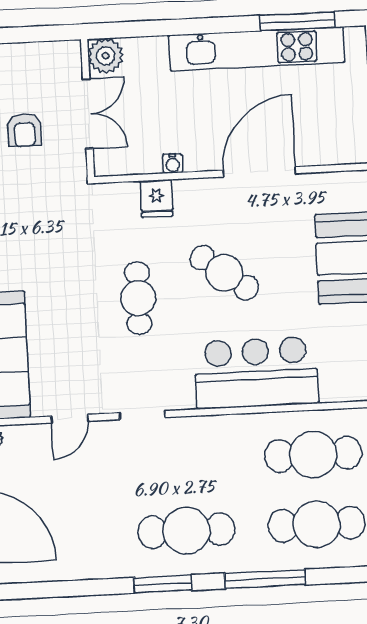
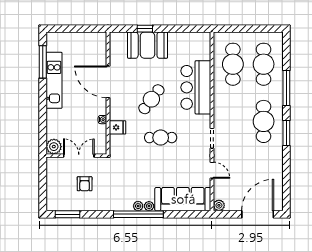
kitchen unit: (257, 49) -> (54, 80), width x0.73
armchair: (24, 130) -> (85, 184), turned 90

